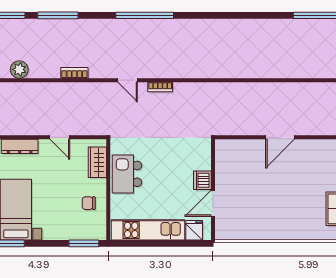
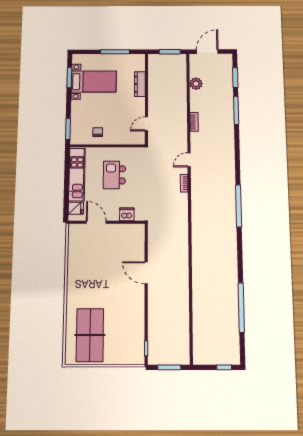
window: (145, 15) -> (239, 206), moved
door: (60, 137) -> (146, 124), moved
wardrobe: (97, 162) -> (128, 138), removed
kitchen island: (127, 174) -> (114, 175), moved, turned -90
dishwasher: (202, 180) -> (127, 214), moved

